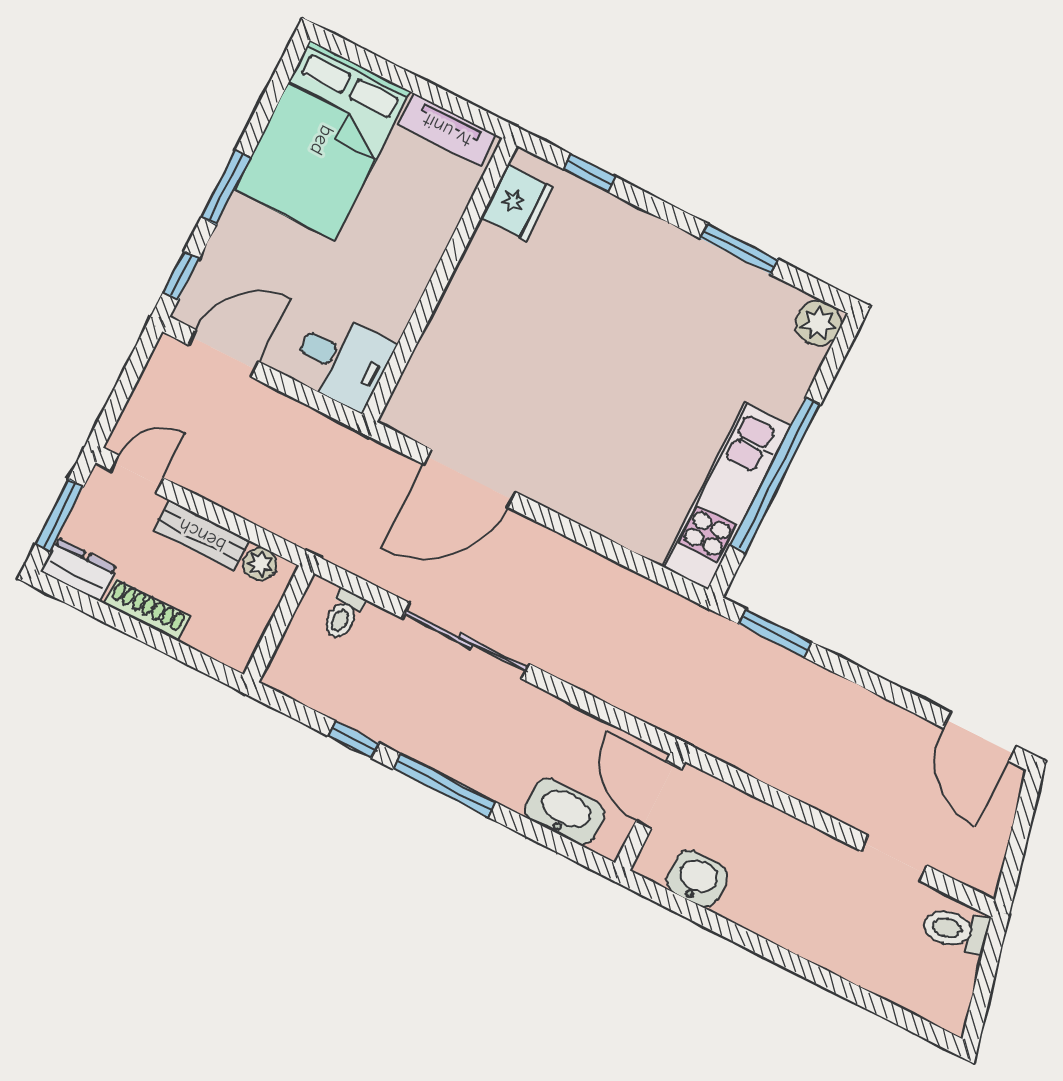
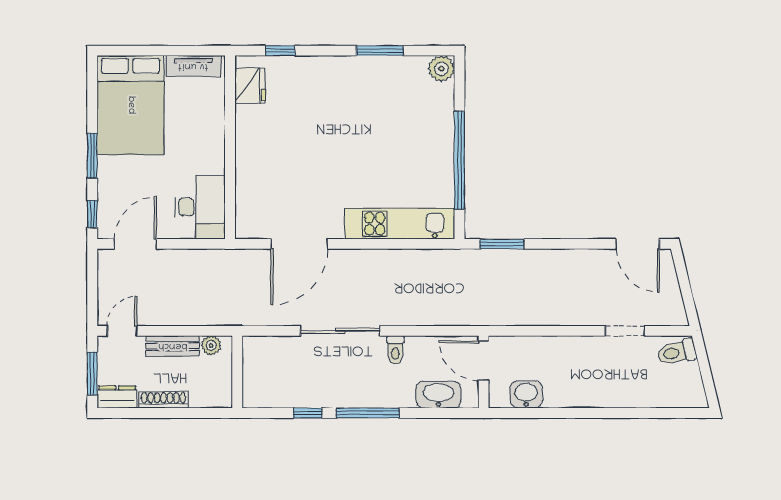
desk: (342, 360) -> (200, 207), width x1.37
kitchen unit: (726, 496) -> (400, 224), moved, turned 90
toilet: (343, 615) -> (395, 350), moved

